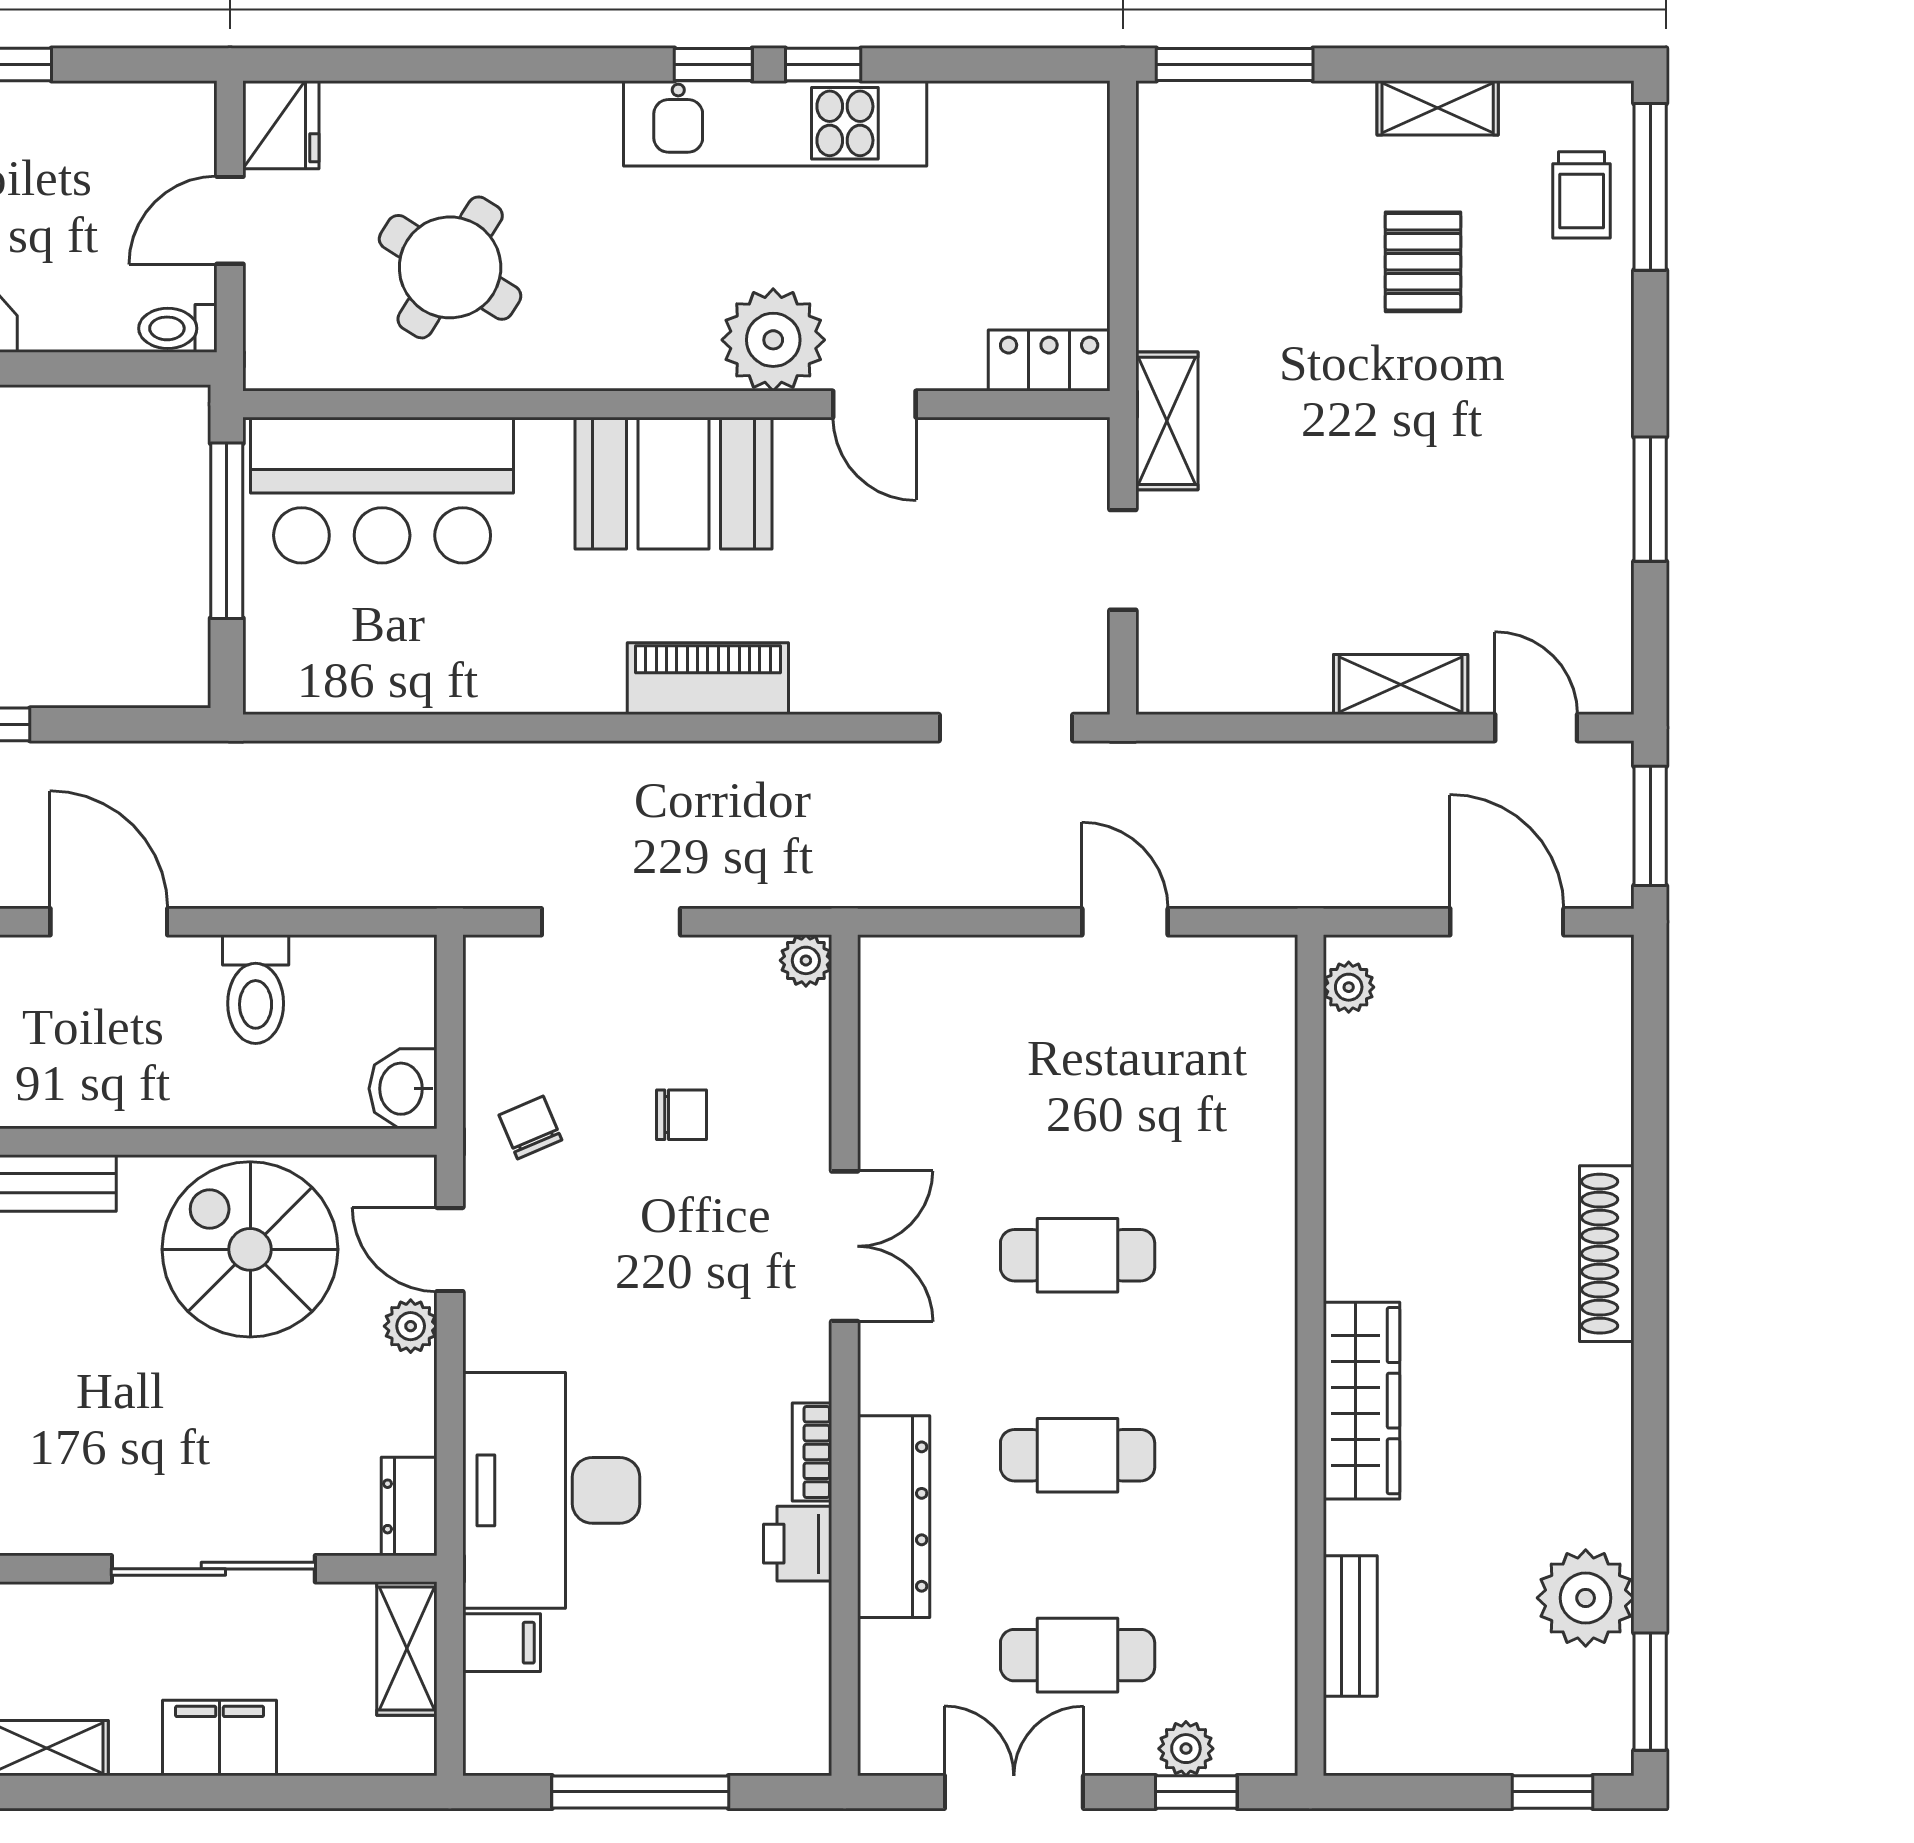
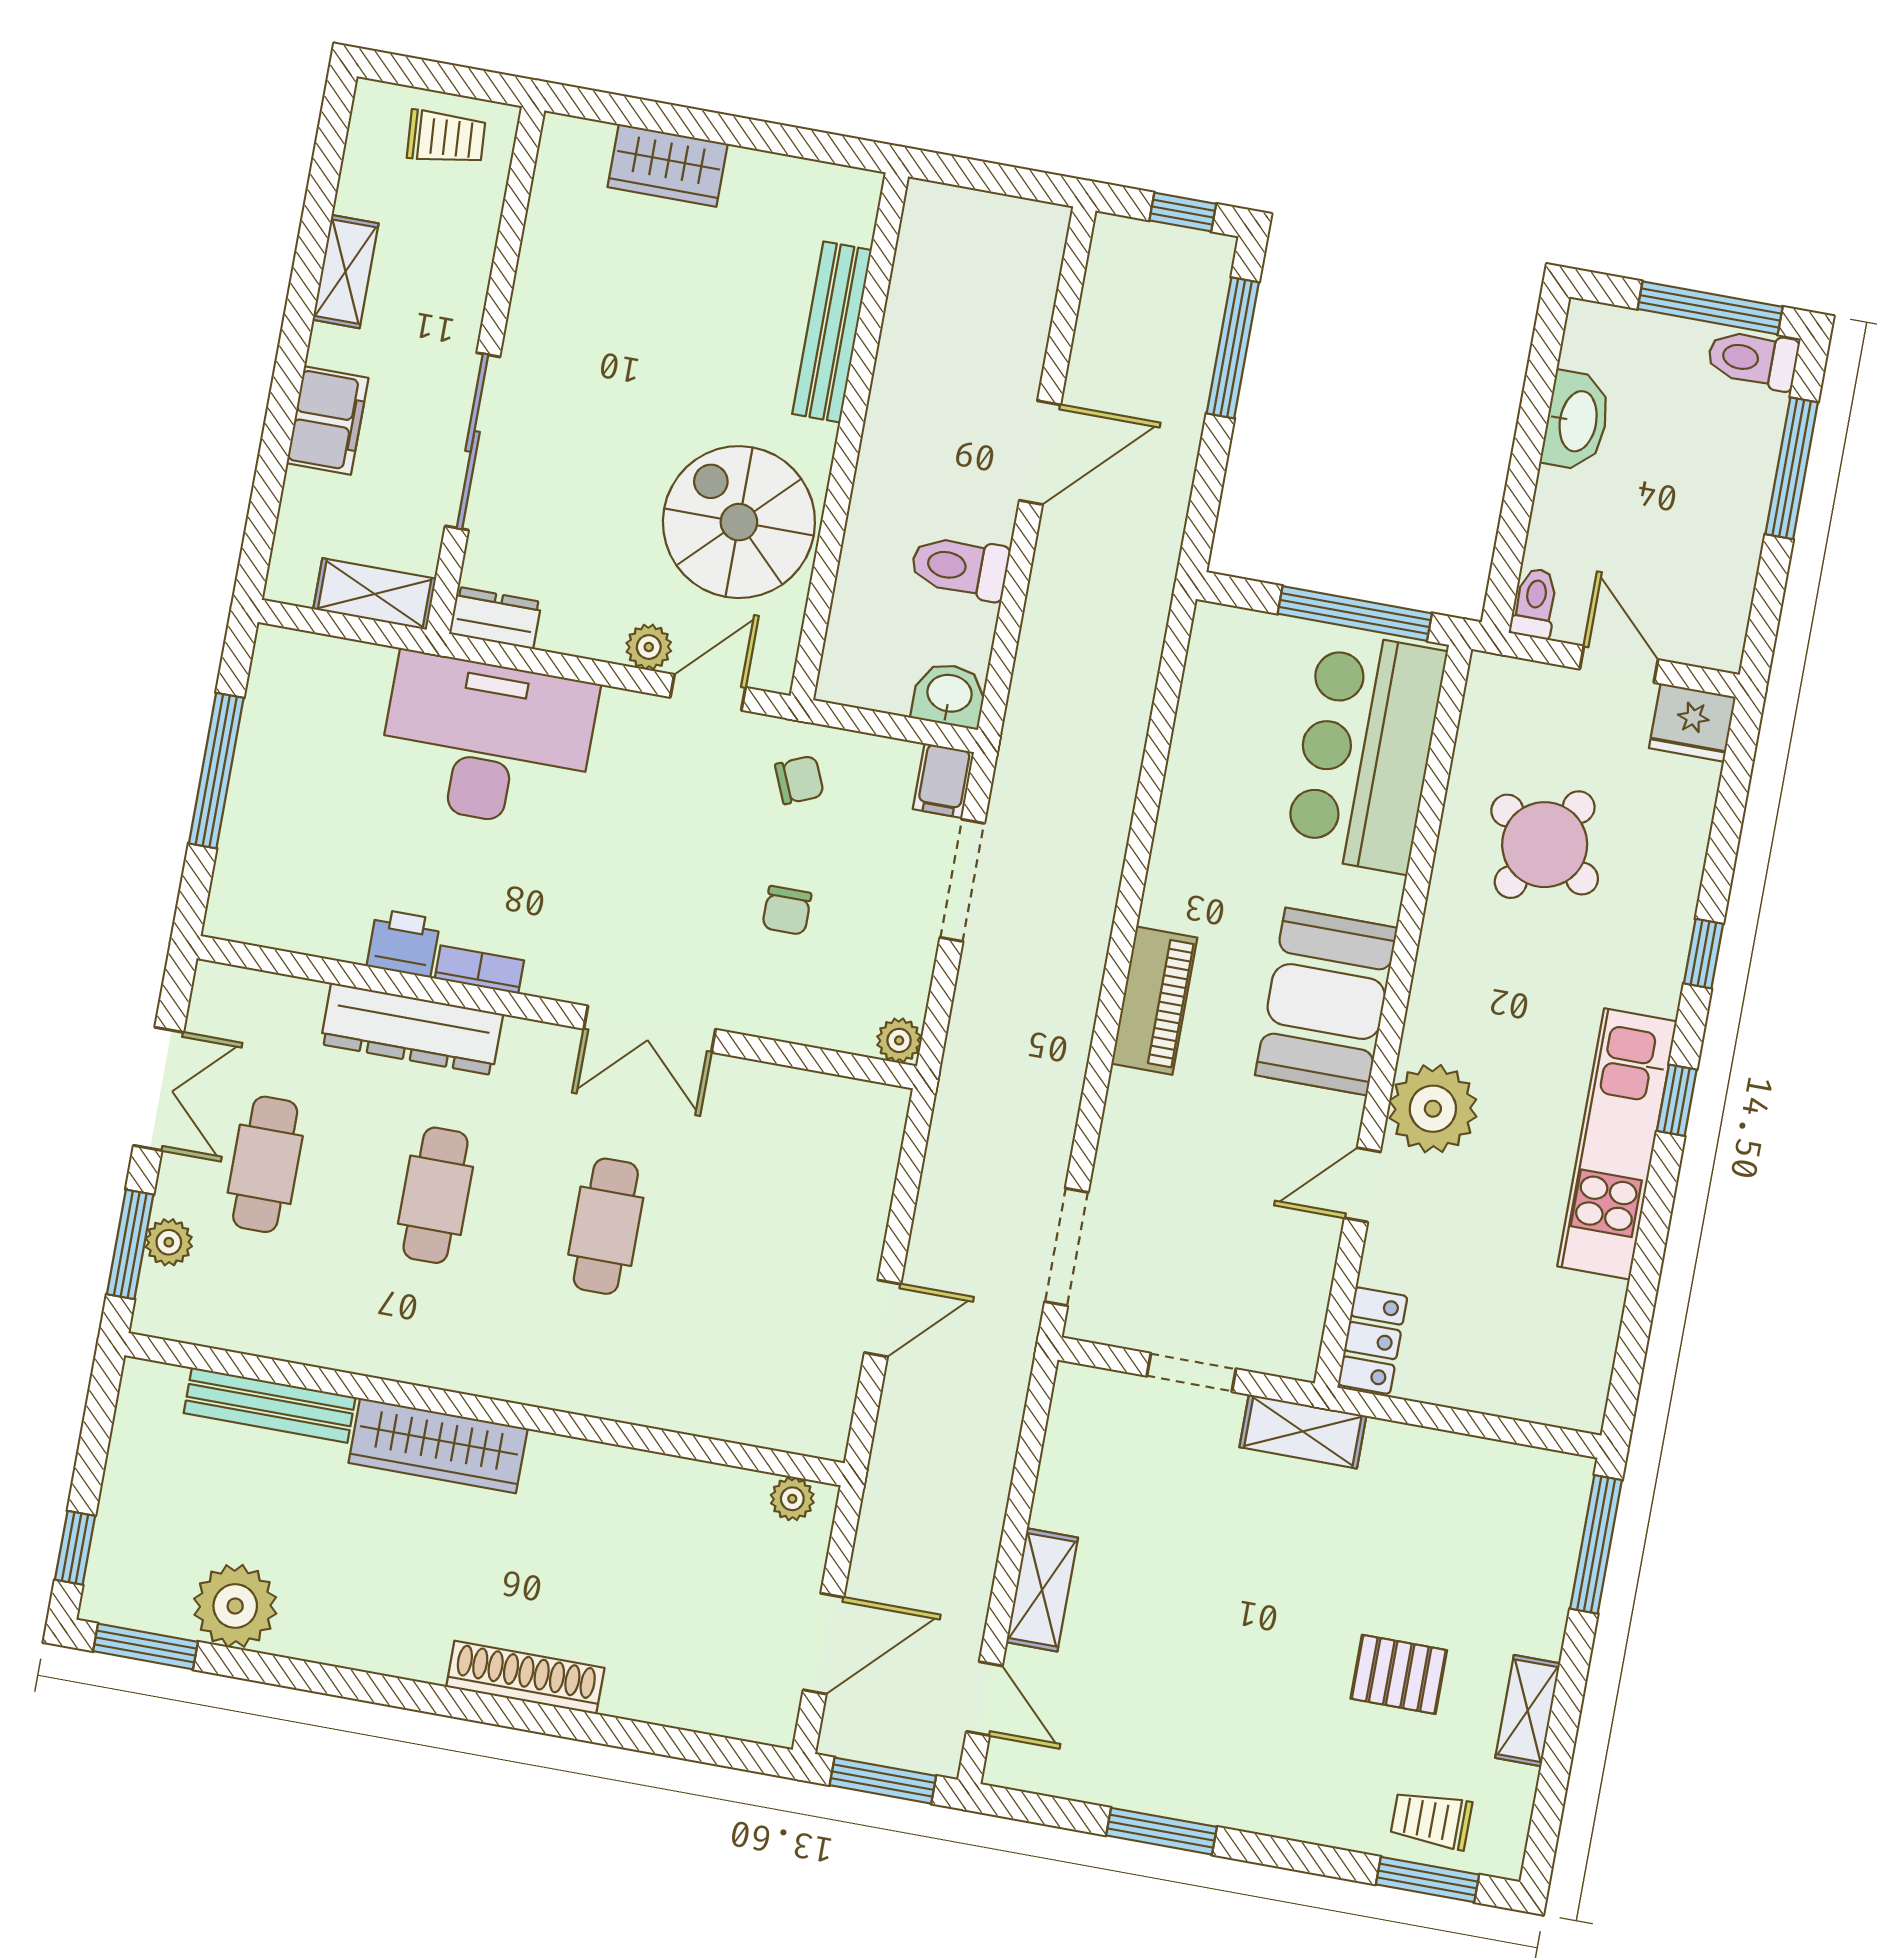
window: (823, 64) -> (1703, 954), moved
window: (1650, 187) -> (1427, 1880), width x0.69
door: (1536, 728) -> (984, 1699), hinge flipped
washbasin: (403, 1089) -> (949, 695), moved
spiral stairs: (250, 1249) -> (739, 522), turned -90
bench: (1350, 1626) -> (270, 1405), width x1.36
filing cabinet: (502, 1643) -> (943, 781), moved
window: (1196, 1792) -> (130, 1244), width x1.50

